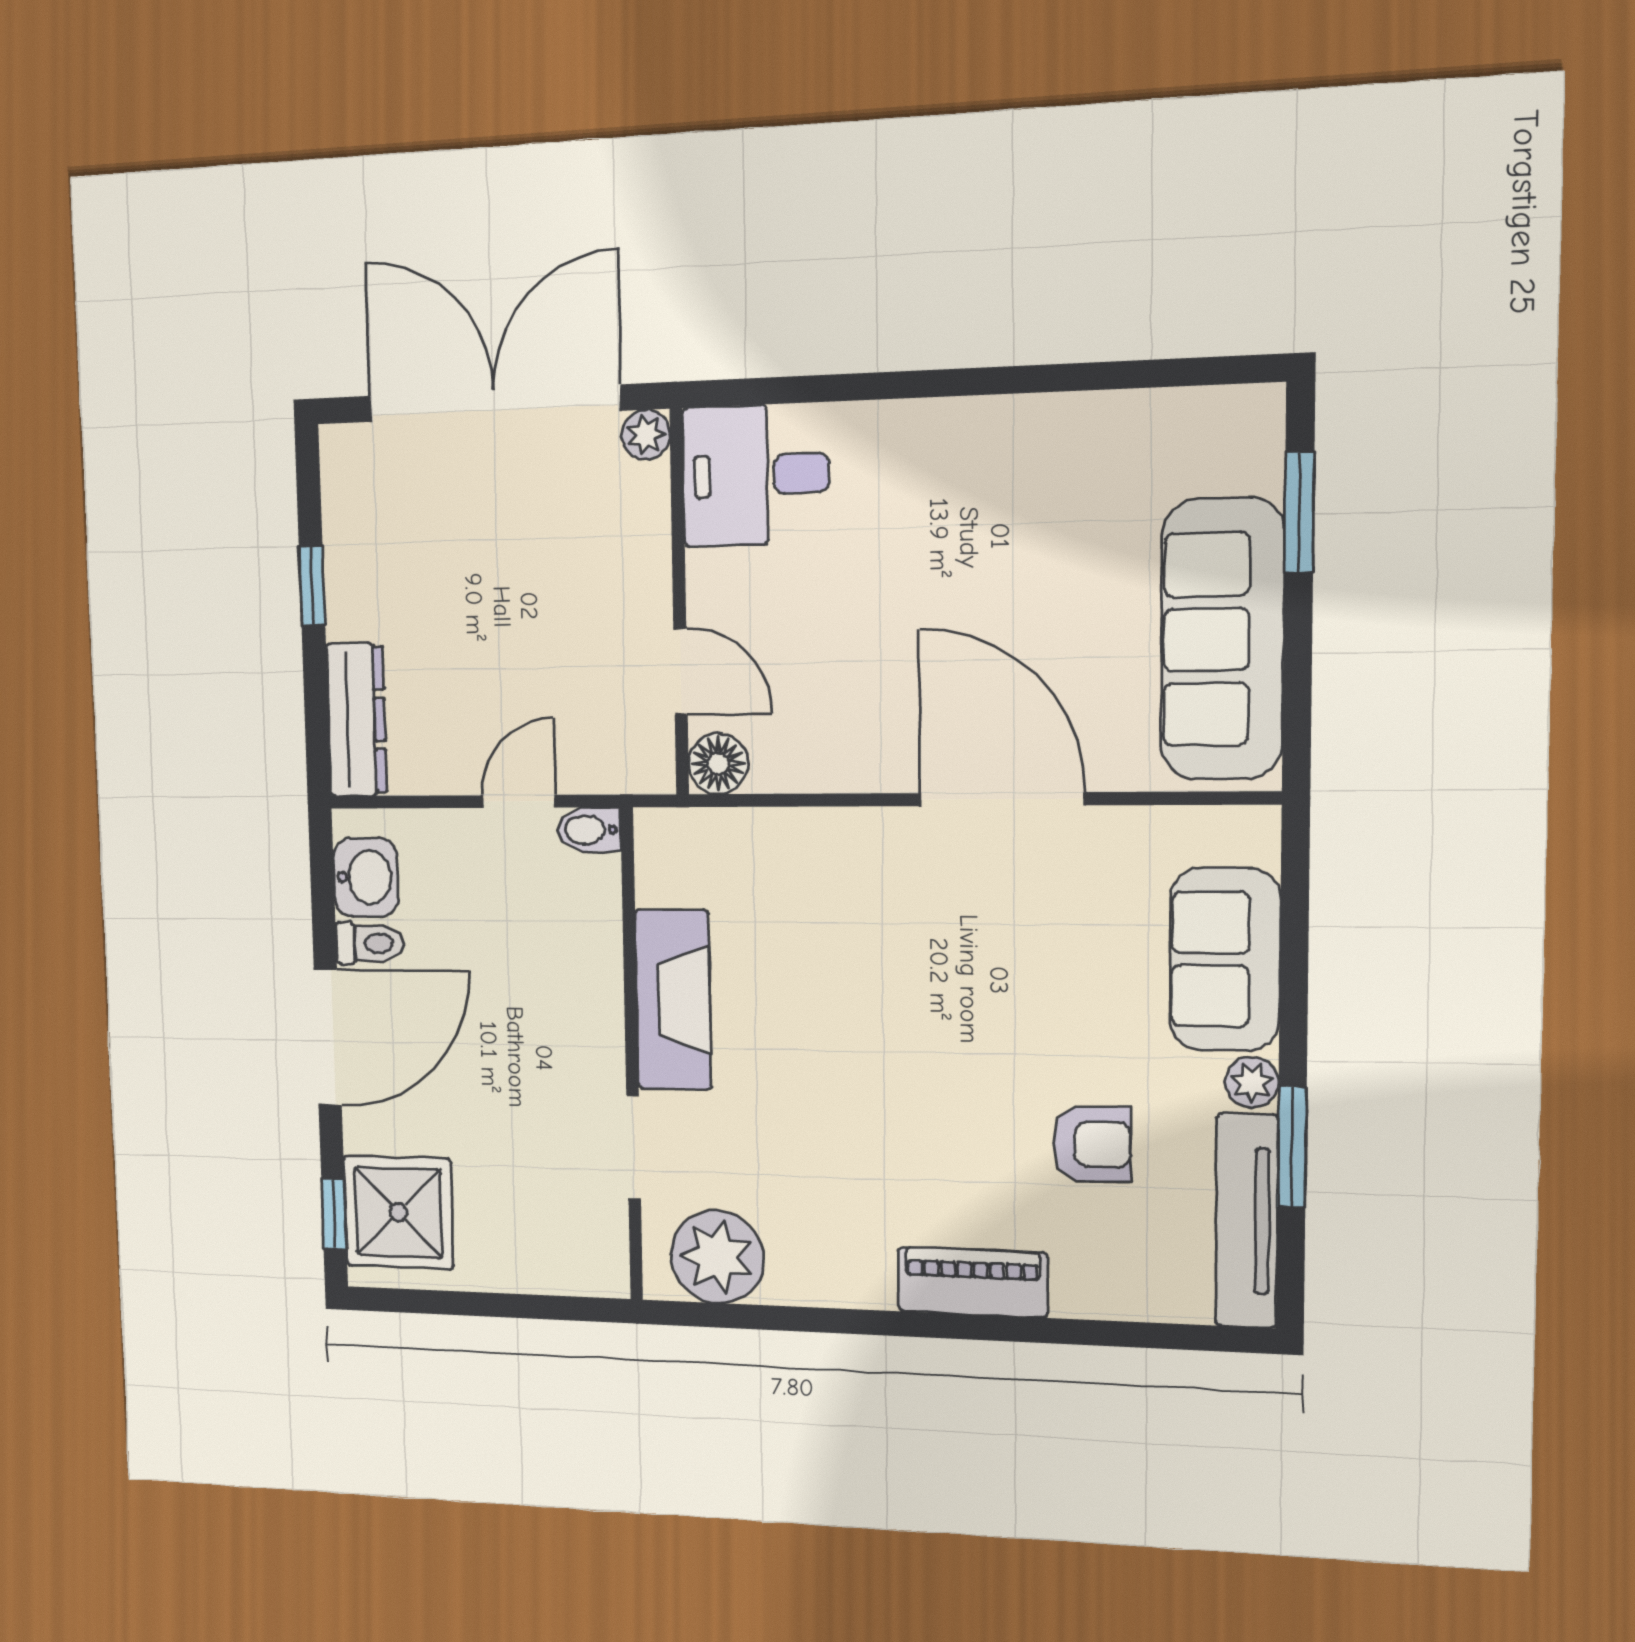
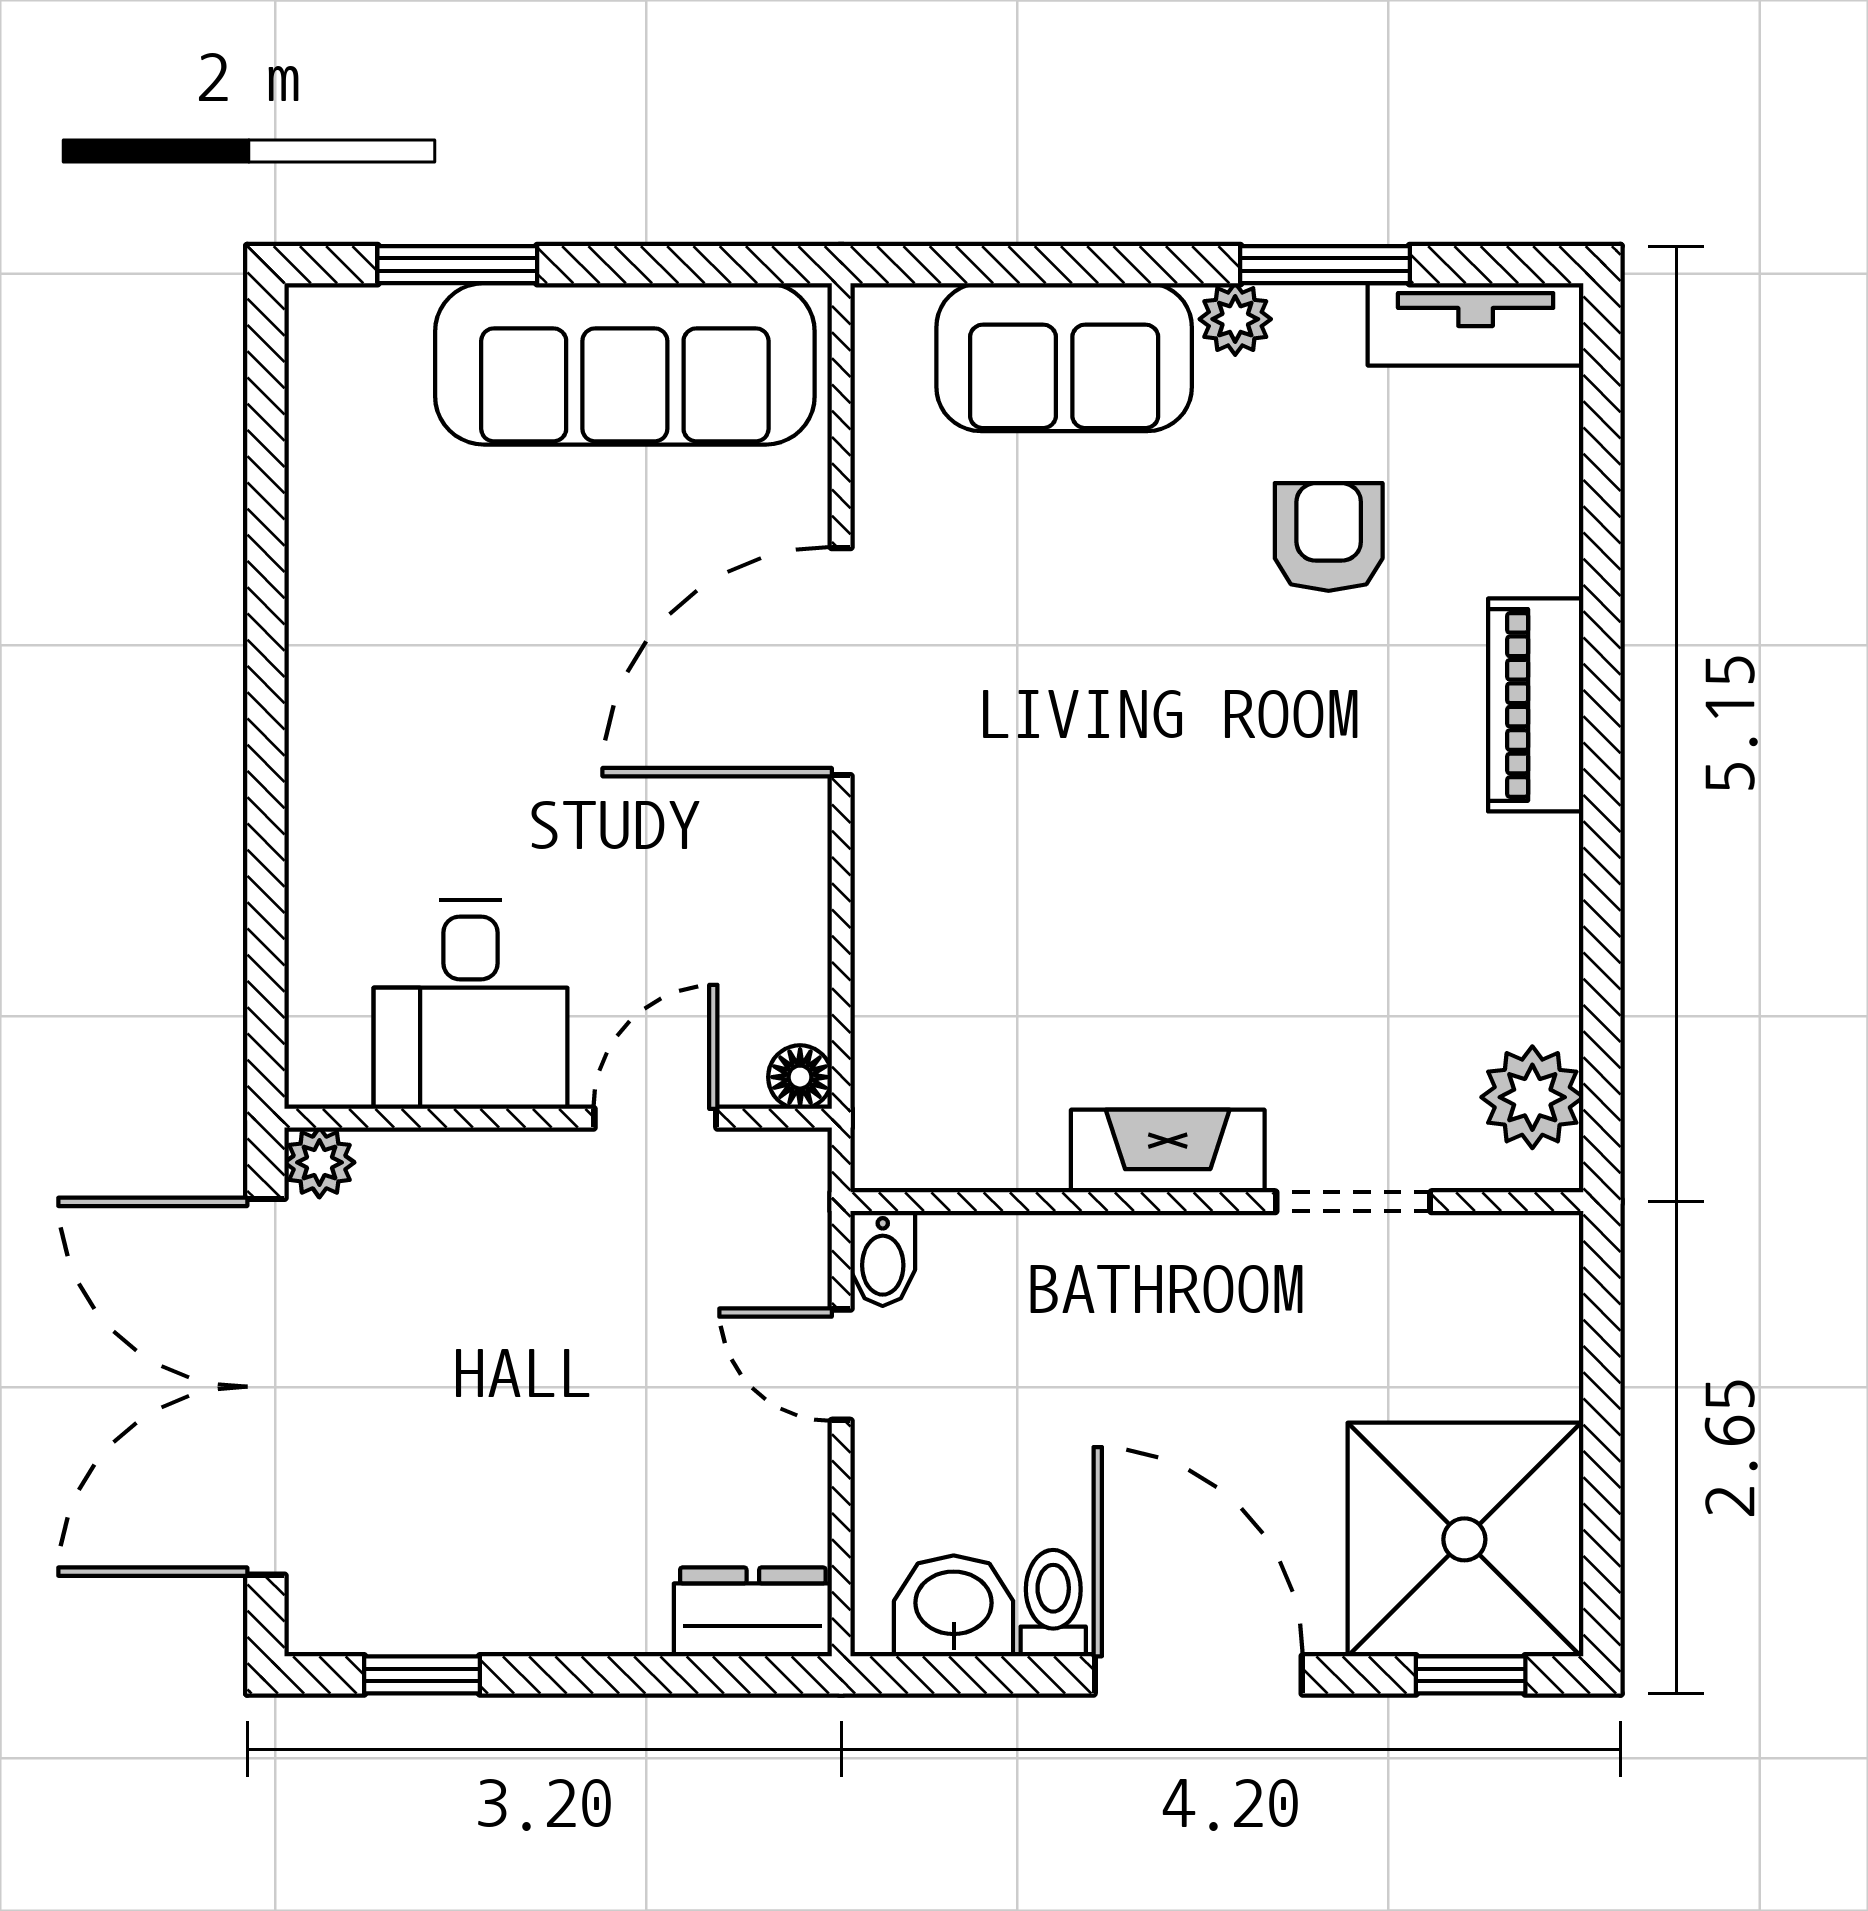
desk: (756, 475) -> (470, 1004), moved
window: (312, 585) -> (422, 1675), moved
dresser: (357, 720) -> (753, 1612), width x0.70
floor lamp: (718, 764) -> (800, 1077), width x0.73, depth x0.73
fireplace: (673, 1000) -> (1168, 1151), width x0.73, depth x0.76
shower: (398, 1212) -> (1464, 1539), width x1.37, depth x1.37
tv unit: (1247, 1221) -> (1476, 324), width x0.71
plant: (717, 1257) -> (1532, 1097), width x0.73, depth x0.73

